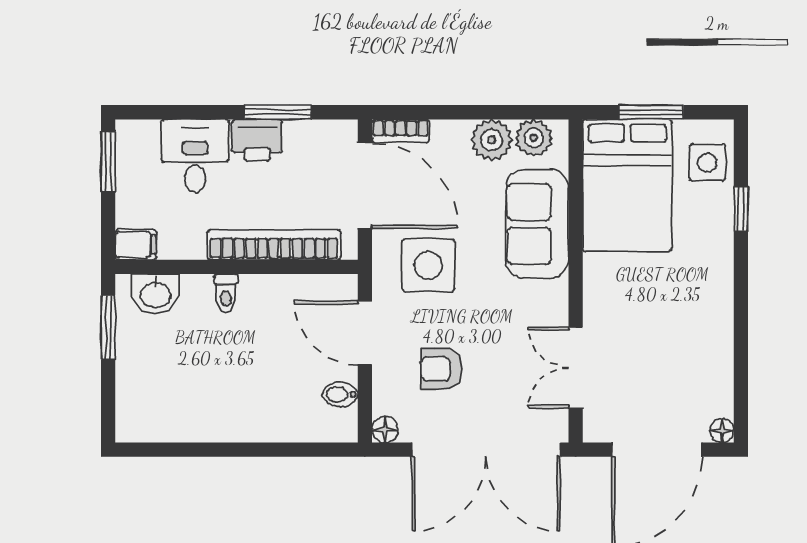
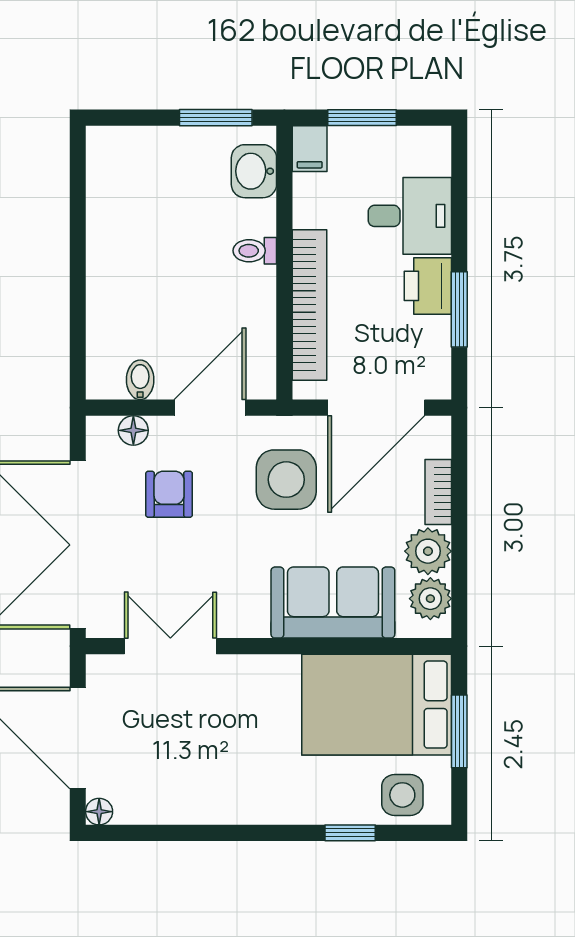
bookcase: (401, 131) -> (438, 492), moved
window: (108, 161) -> (362, 118), moved
floor lamp: (385, 430) -> (133, 430), moved

